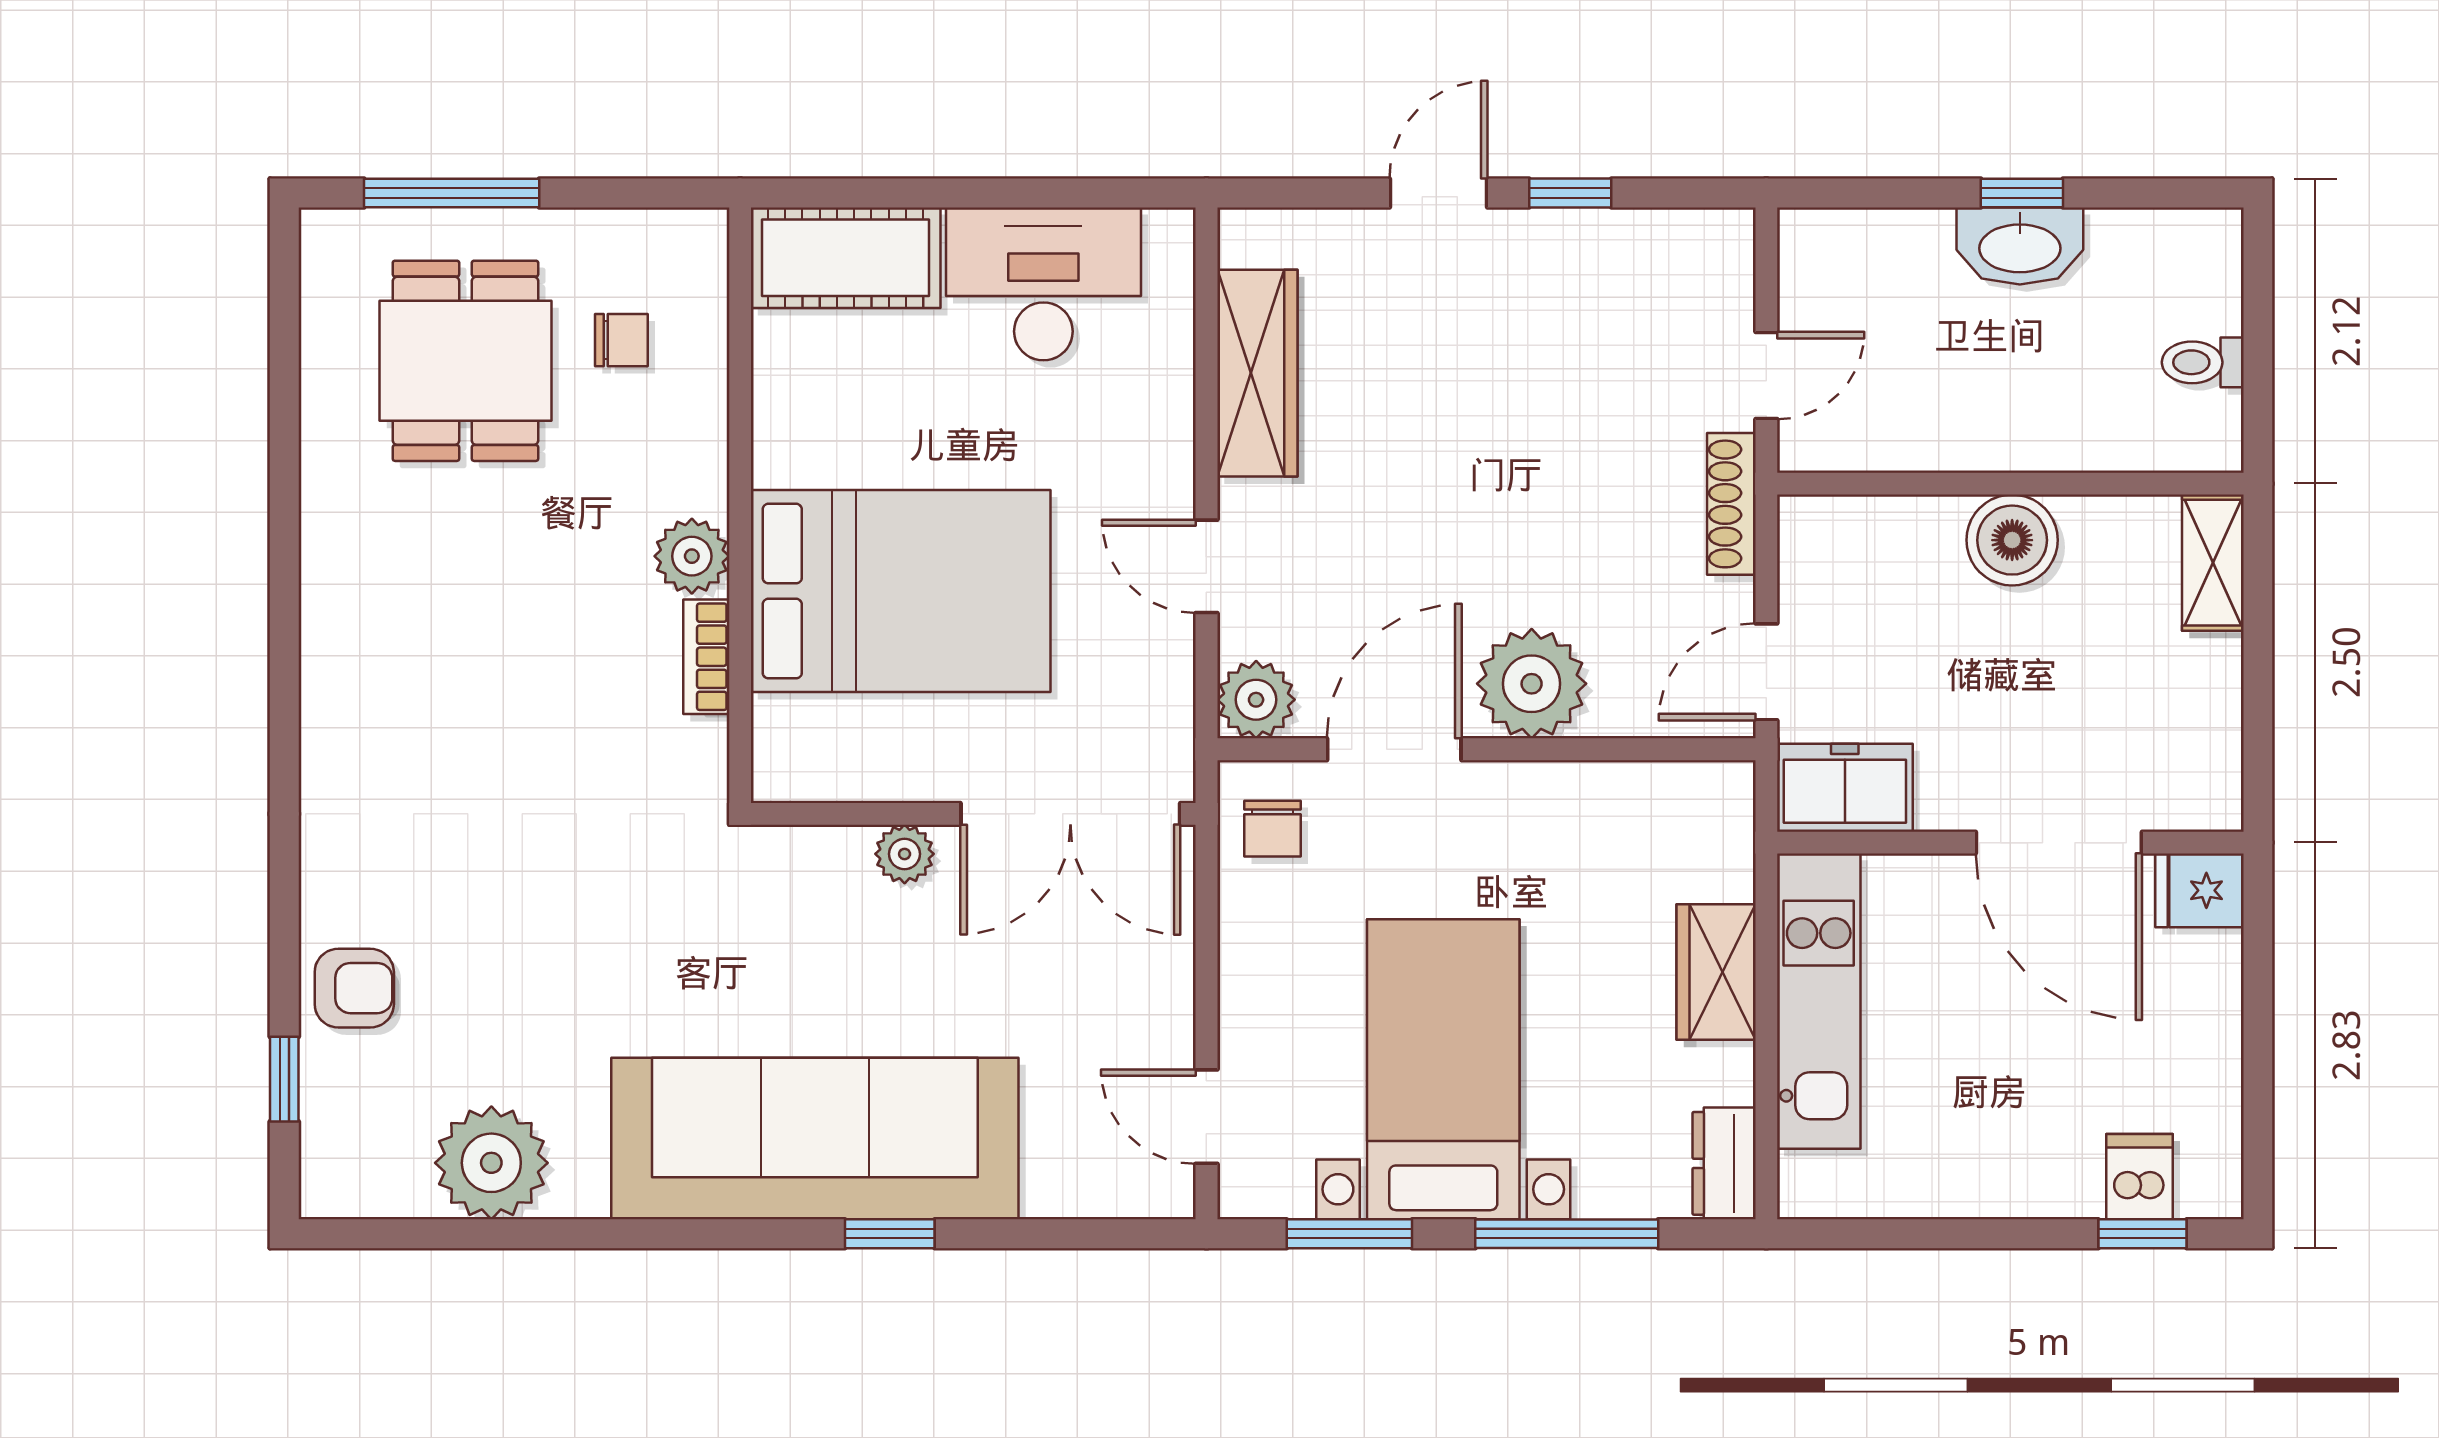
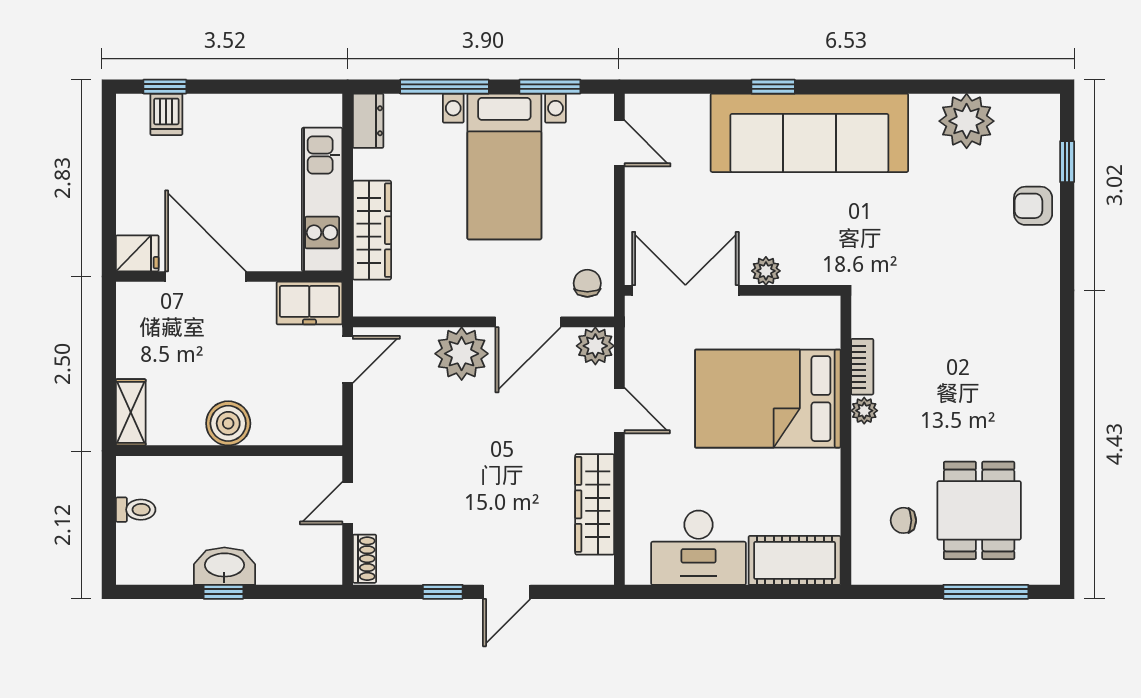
shoe rack: (1731, 504) -> (364, 559), moved, width x0.70
plant: (692, 556) -> (864, 411), width x0.73, depth x0.73
wardrobe: (1716, 972) -> (372, 230), width x1.50

